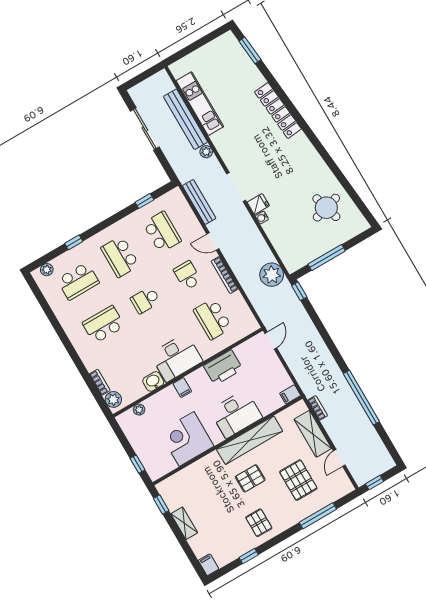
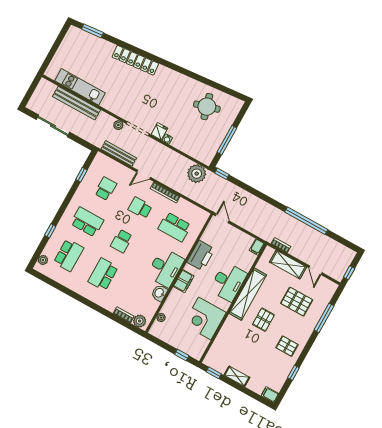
plant: (206, 152) -> (118, 125), moved
school desk: (162, 232) -> (106, 189), width x0.54
school desk: (120, 257) -> (87, 222), turned 180
filing cabinet: (182, 388) -> (184, 281), width x2.00

